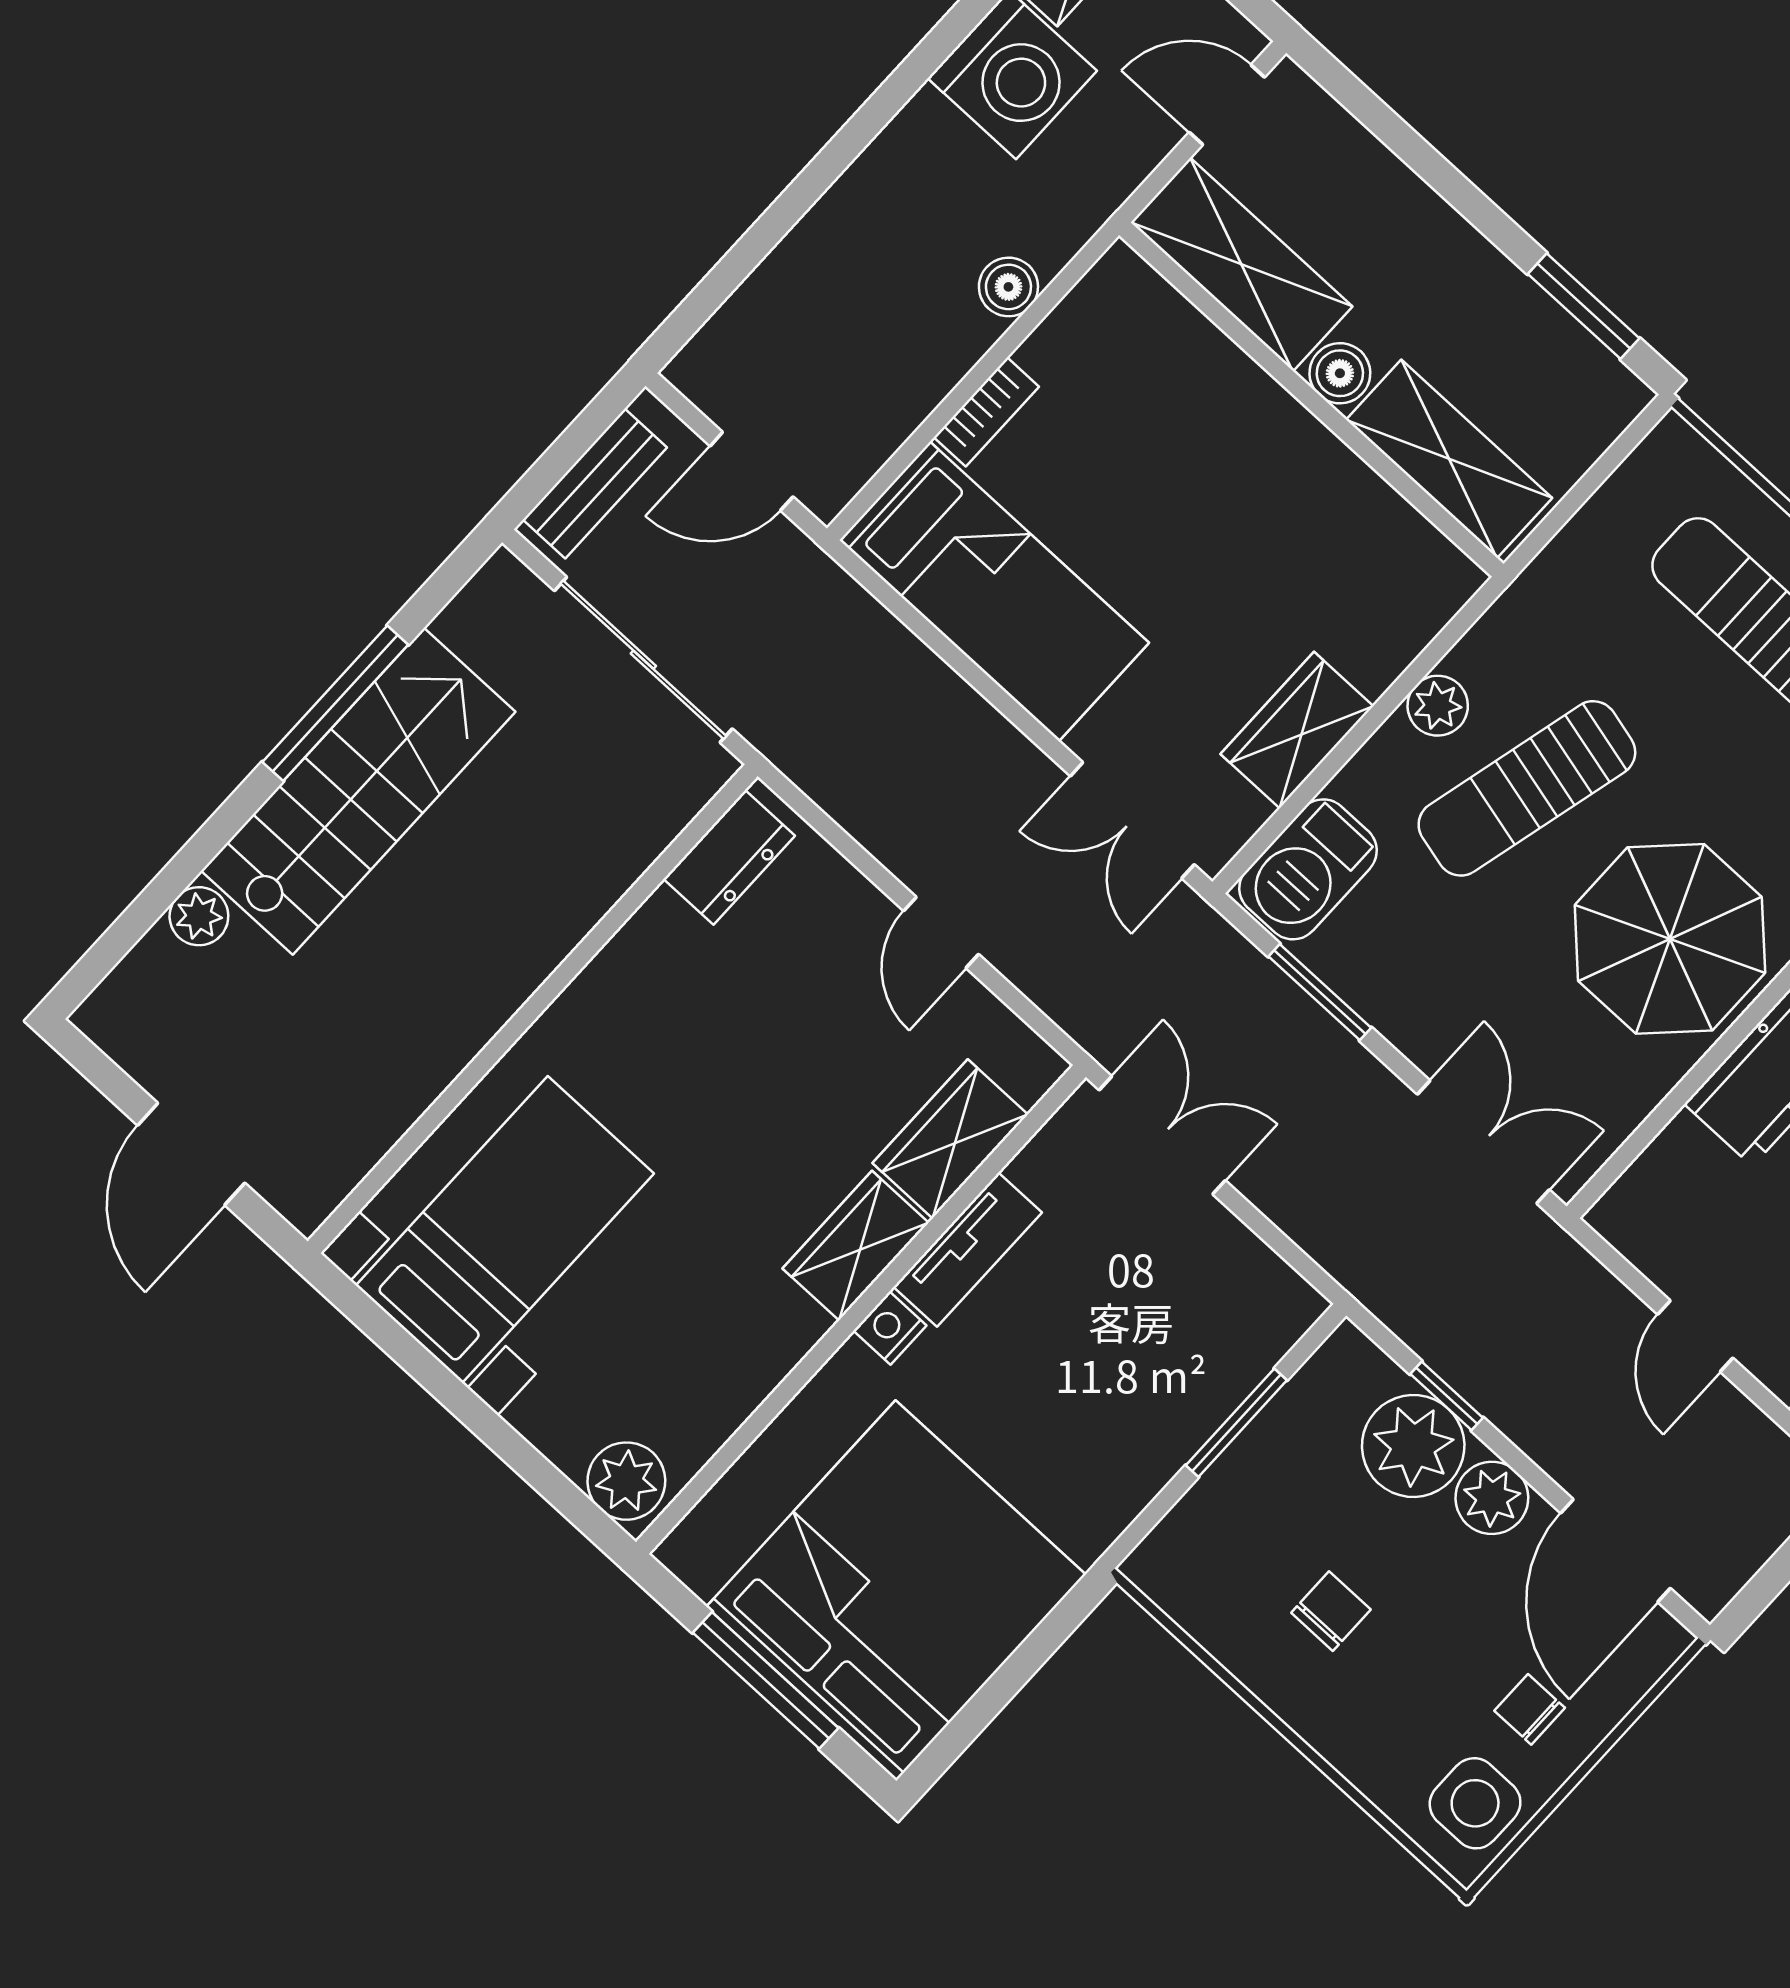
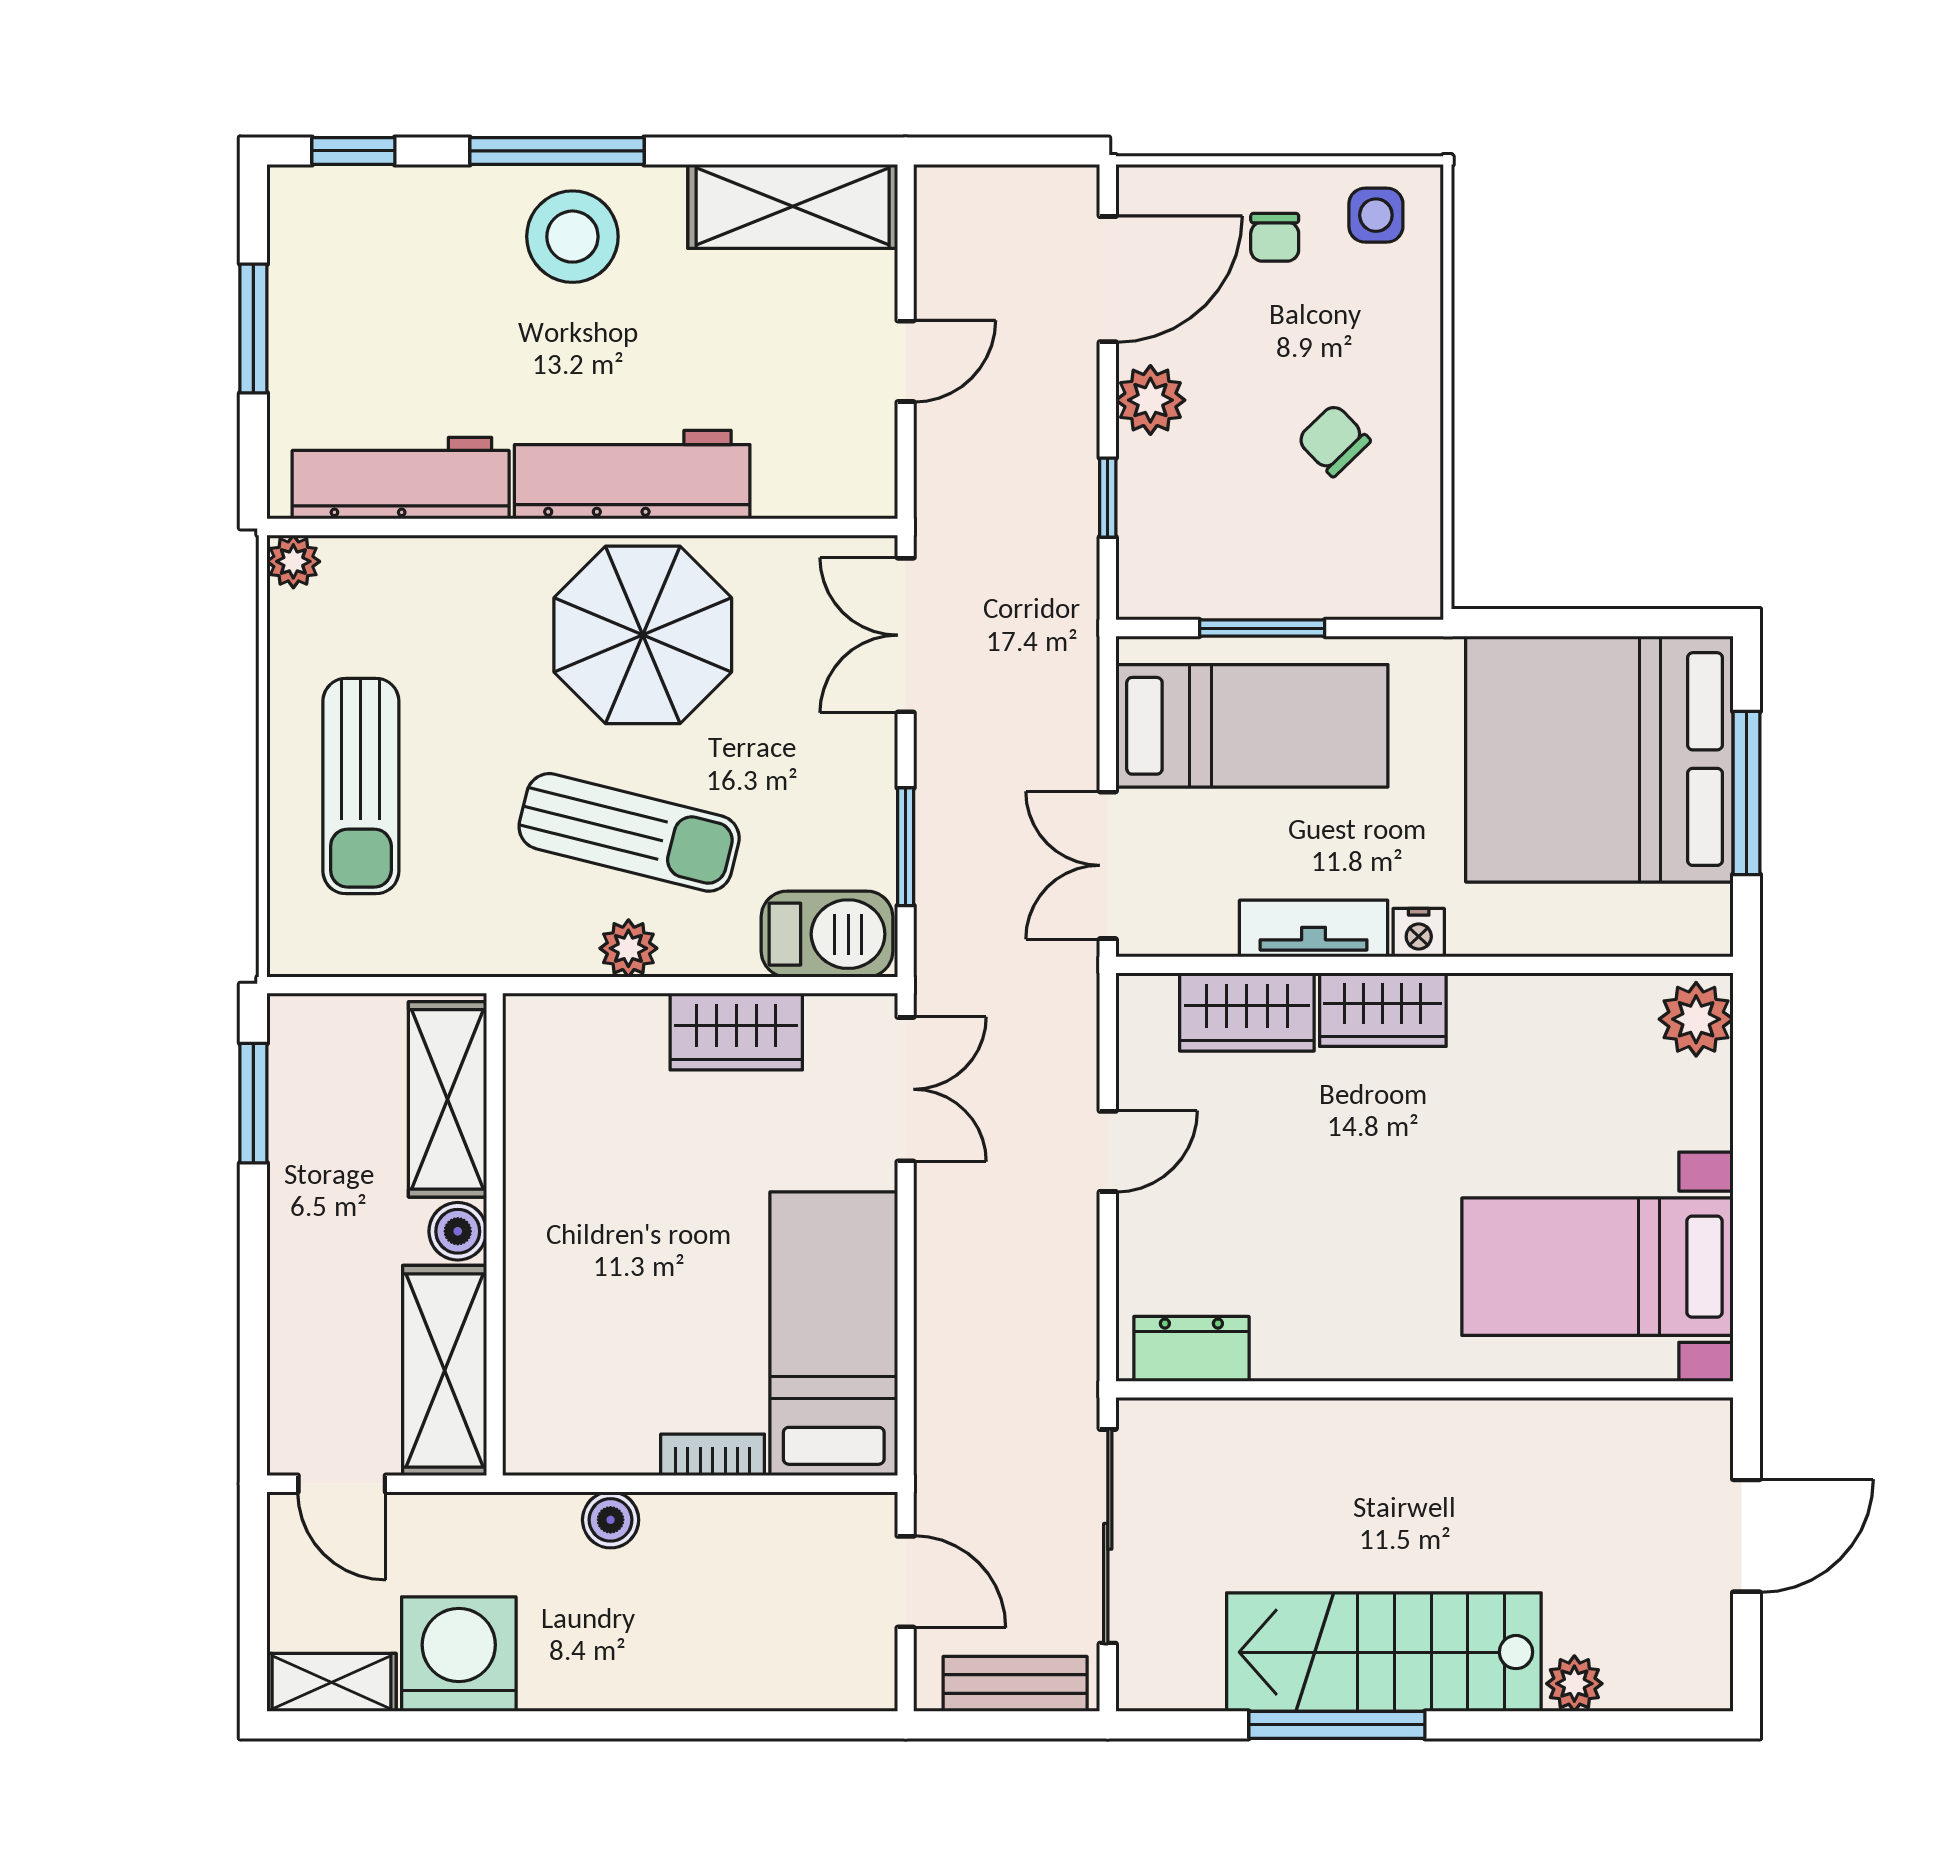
bed: (1168, 1346) -> (1252, 726), added
plant: (1413, 1446) -> (1165, 489), removed
chair: (1331, 1611) -> (1334, 440), turned 46
side table: (1475, 1803) -> (1376, 215), width x0.73, depth x0.73

